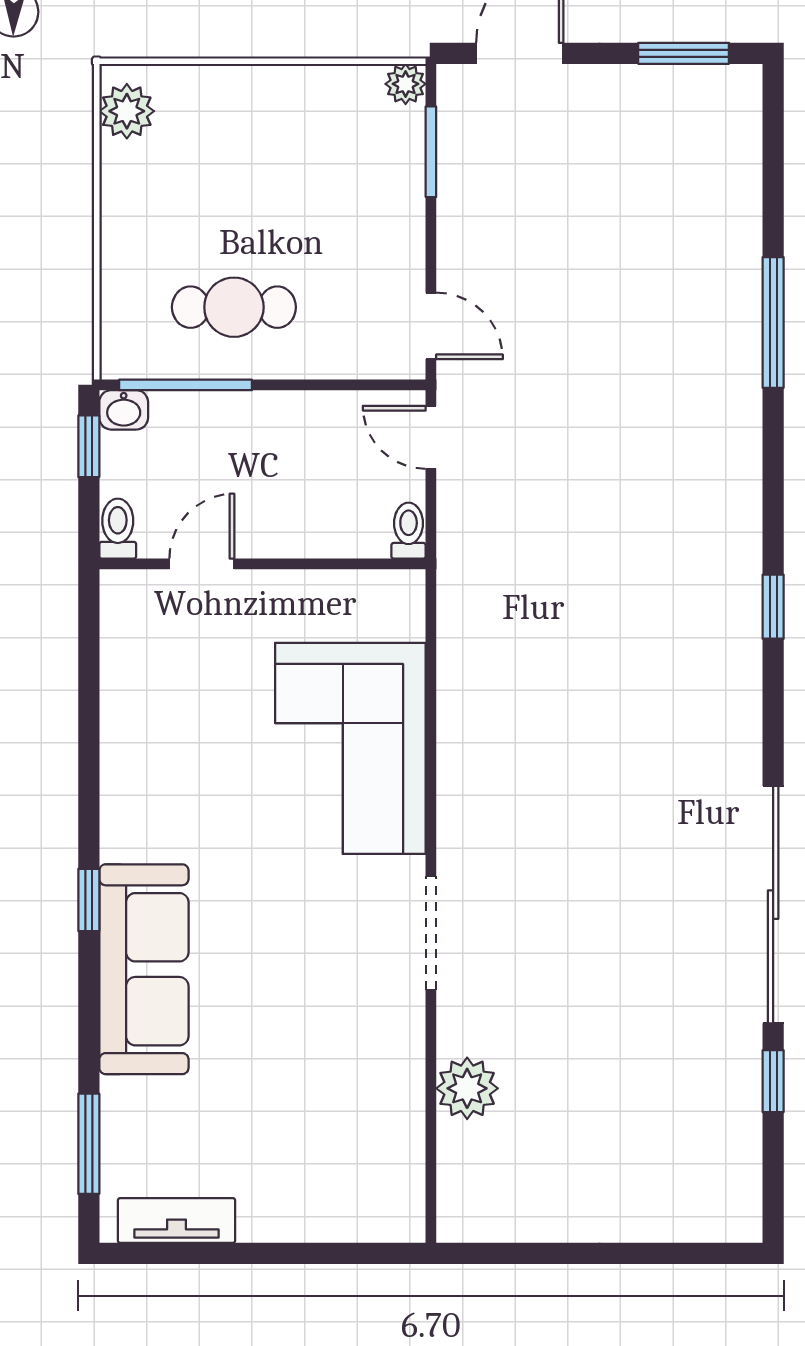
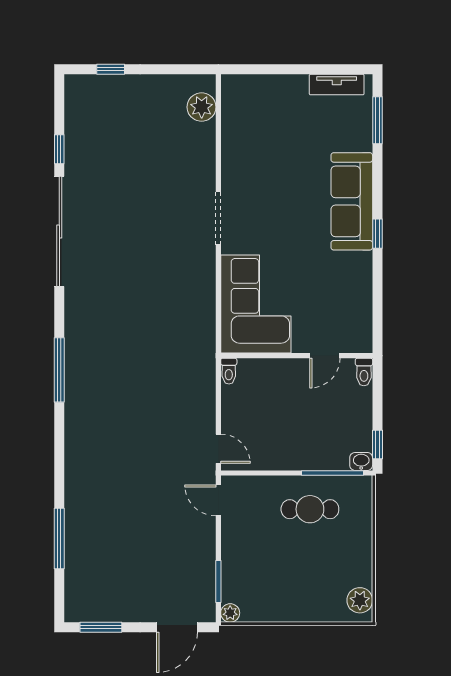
window: (773, 323) -> (59, 538), moved
toilet: (118, 529) -> (364, 372), moved
toilet: (409, 531) -> (229, 371), moved
door: (202, 564) -> (325, 356), moved
wall: (263, 564) -> (297, 356), moved
window: (773, 607) -> (59, 370), width x2.17
plant: (467, 1088) -> (202, 107), moved
window: (663, 1253) -> (111, 69), added

